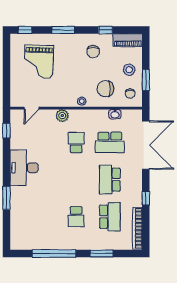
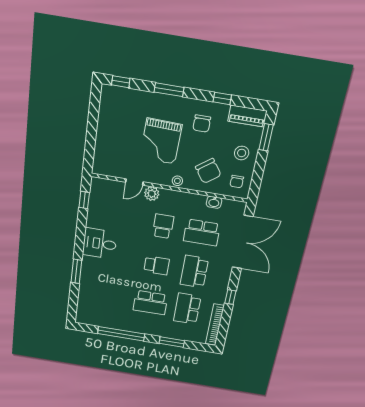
grand piano: (39, 62) -> (161, 141), moved
window: (146, 80) -> (266, 137), moved
chair: (105, 89) -> (208, 171), turned -125
door: (32, 108) -> (134, 182), moved
desk: (24, 168) -> (100, 244), width x0.73
school desk: (76, 180) -> (157, 265), added
school desk: (76, 217) -> (150, 303), width x1.85
school desk: (110, 217) -> (187, 309), turned 180

